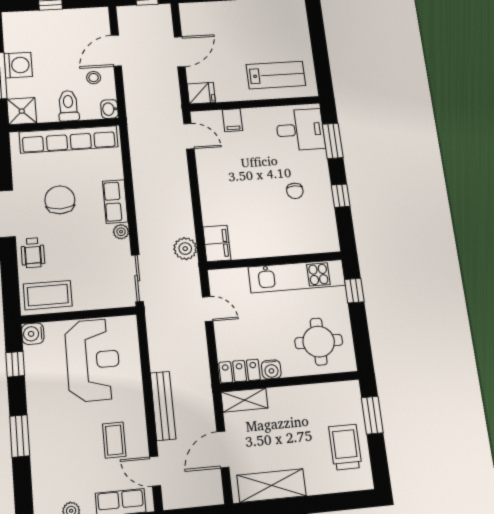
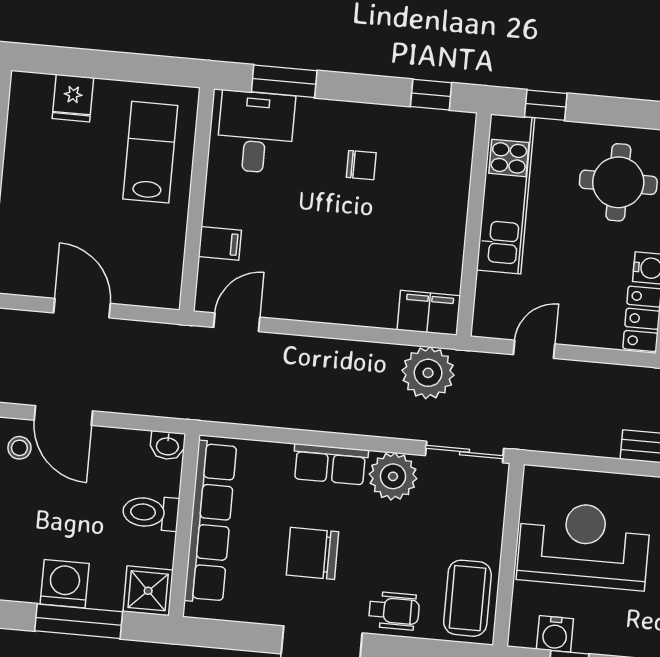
stool: (94, 78) -> (19, 448), moved
fridge: (201, 93) -> (73, 98), moved, turned 180
window: (341, 196) -> (431, 95), moved
plant: (121, 232) -> (393, 476), width x1.88, depth x1.88
plant: (185, 249) -> (428, 373), width x1.36, depth x1.36
water cooler: (33, 334) -> (555, 634), moved

